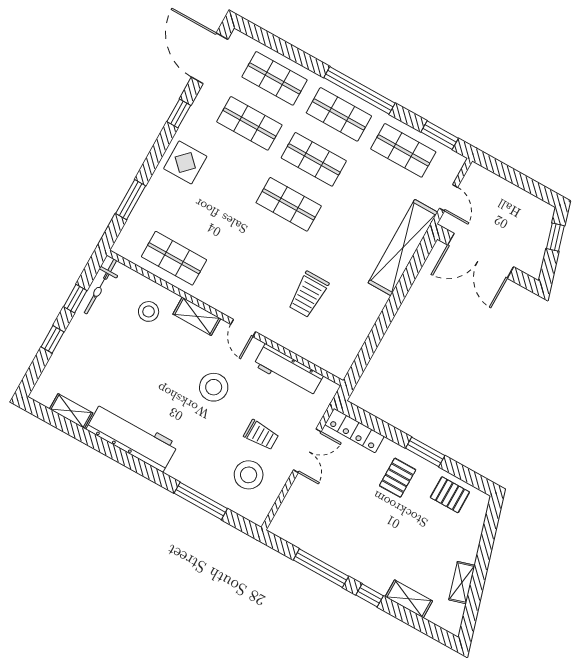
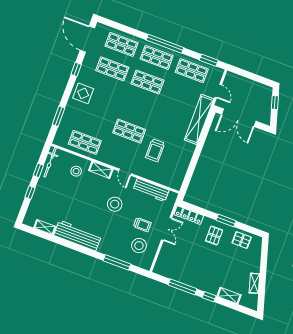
shop shelf: (289, 204) -> (129, 131), moved

